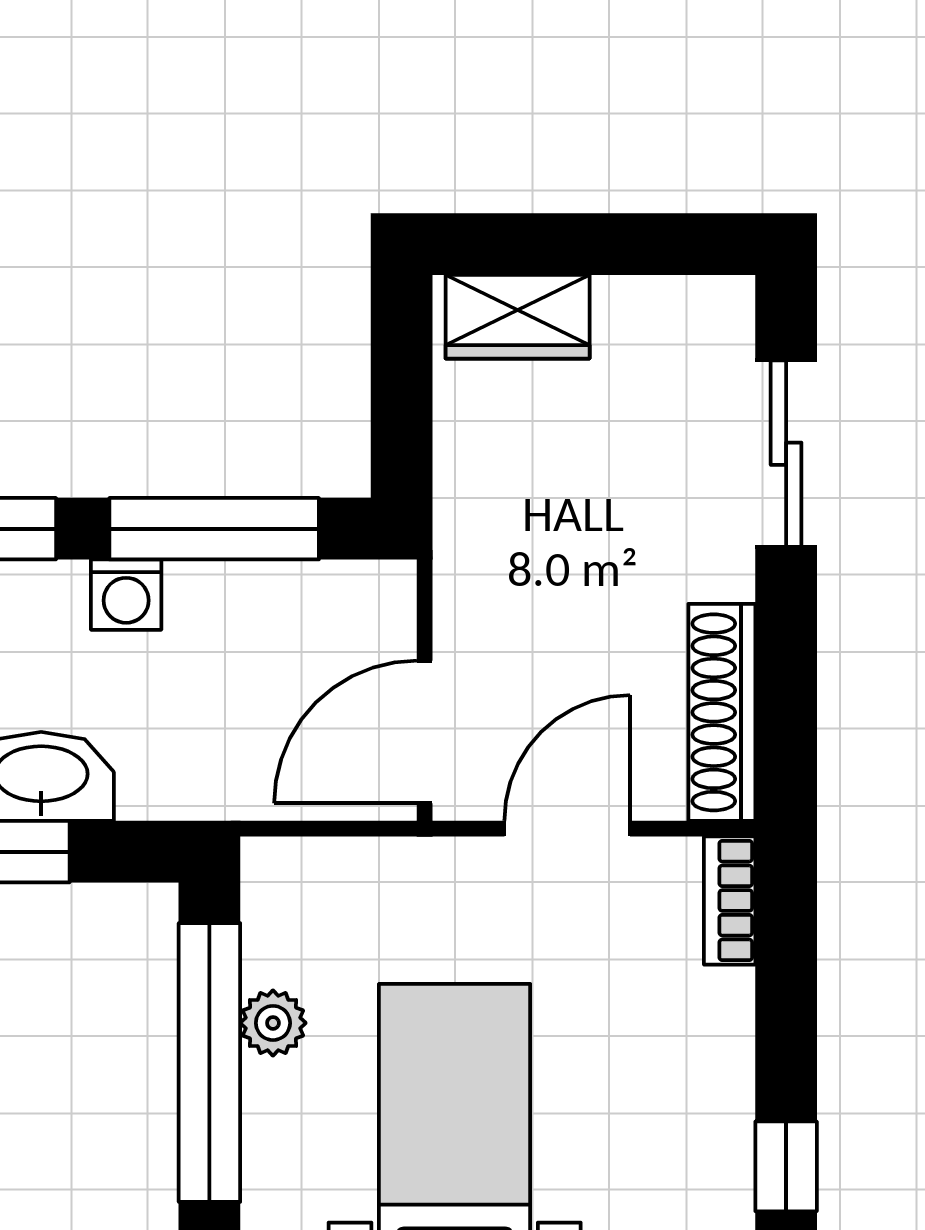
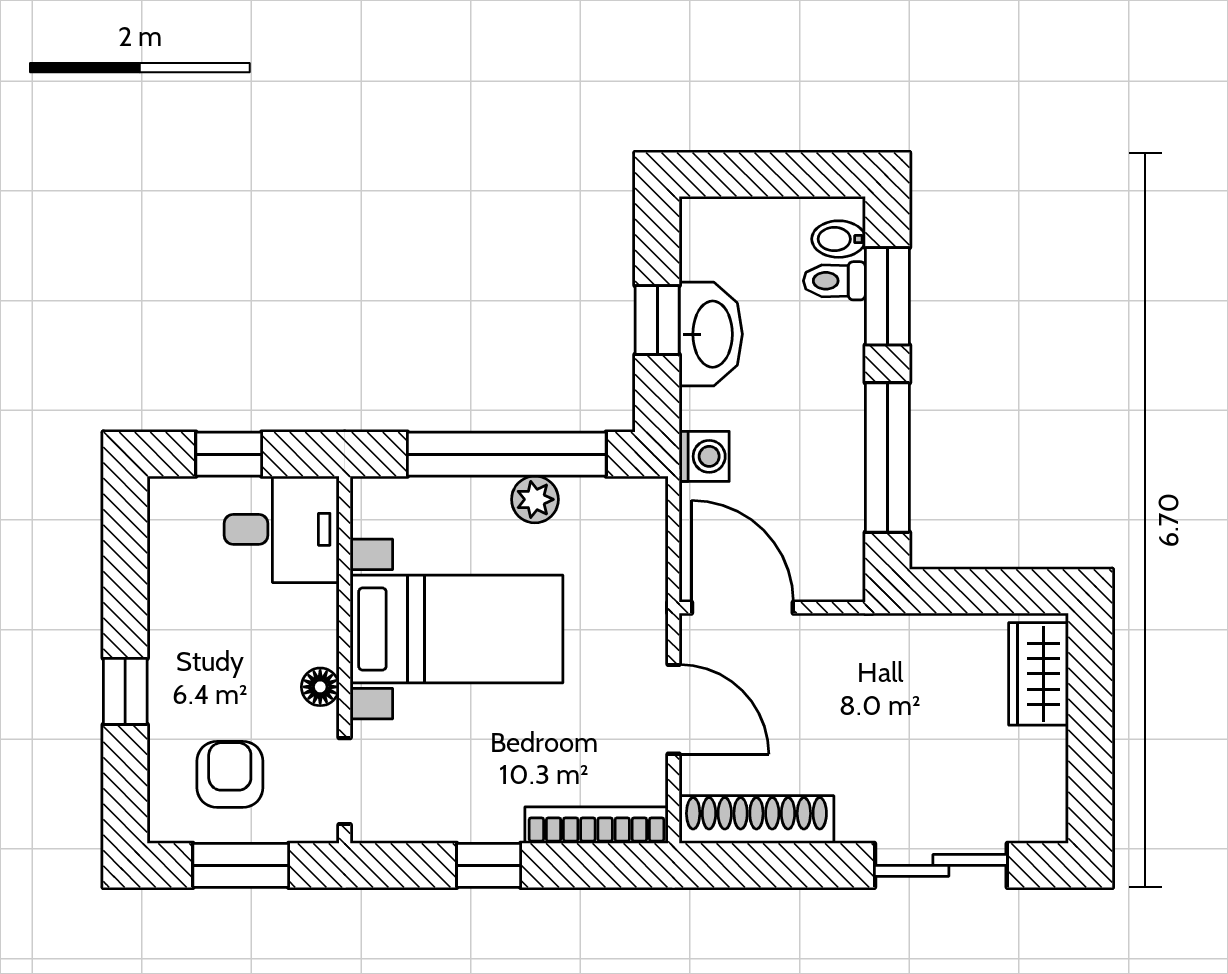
washing machine: (126, 595) -> (704, 456), moved, turned 180
bookcase: (730, 900) -> (596, 825), width x1.56
window: (786, 1166) -> (489, 865), moved

